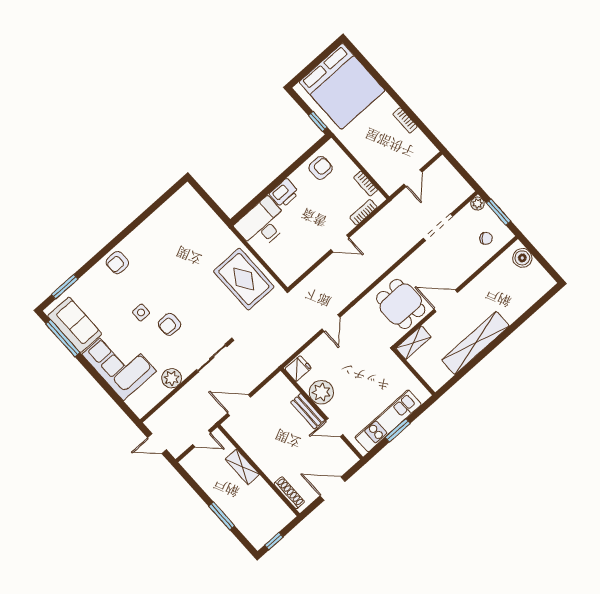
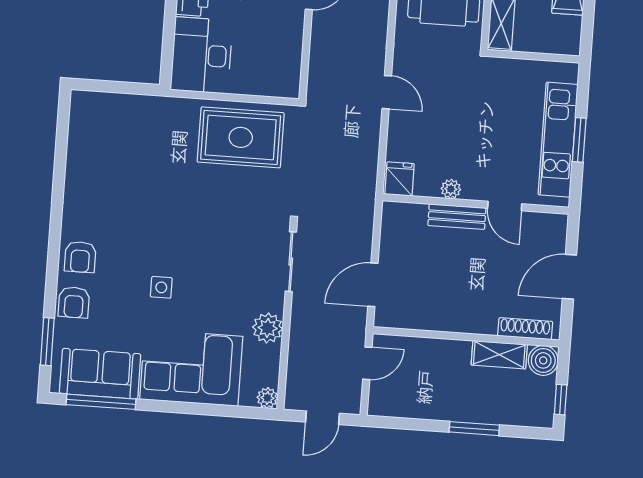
armchair: (169, 324) -> (74, 302), moved
plant: (321, 392) -> (451, 189), width x0.53, depth x0.53
plant: (140, 410) -> (267, 398), added
door: (334, 428) -> (505, 206), hinge flipped
shelving: (242, 467) -> (499, 355), moved
boiler: (283, 515) -> (543, 360), added

